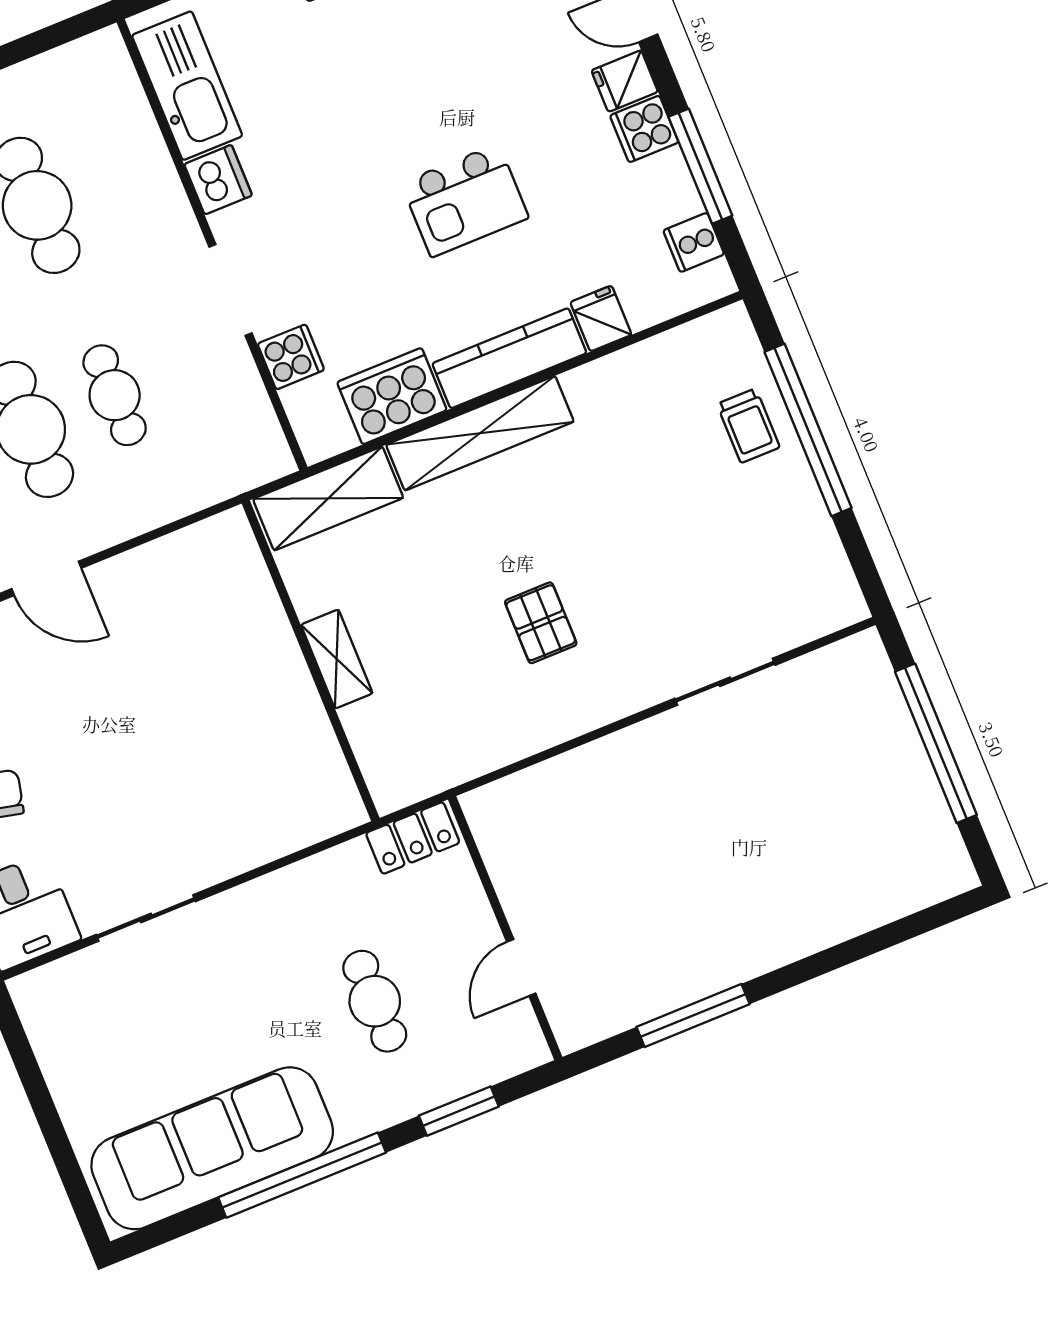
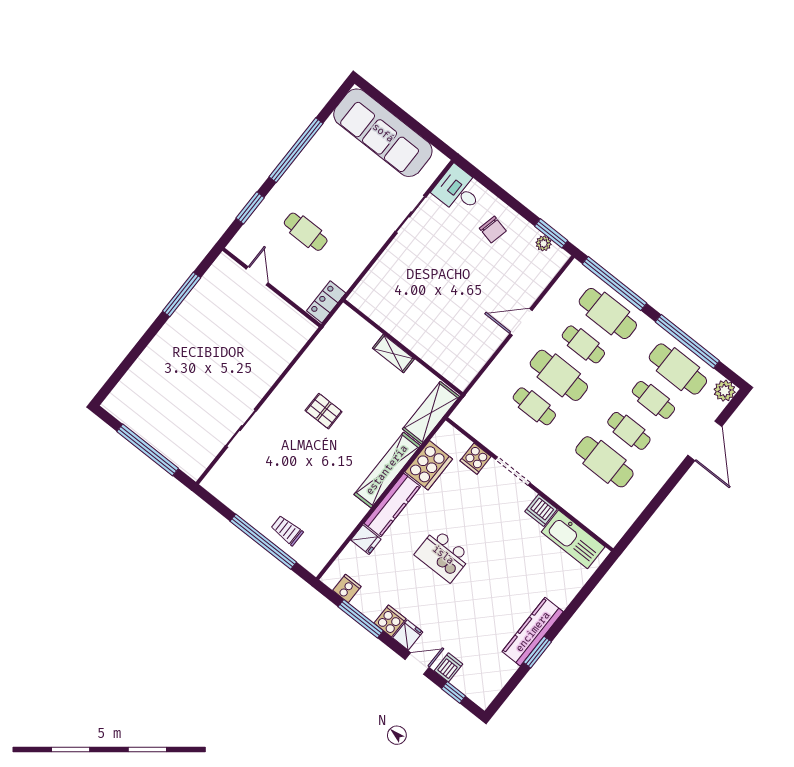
kitchen island: (465, 200) -> (443, 555), turned -90
sofa: (212, 1148) -> (383, 133), moved, turned 90

